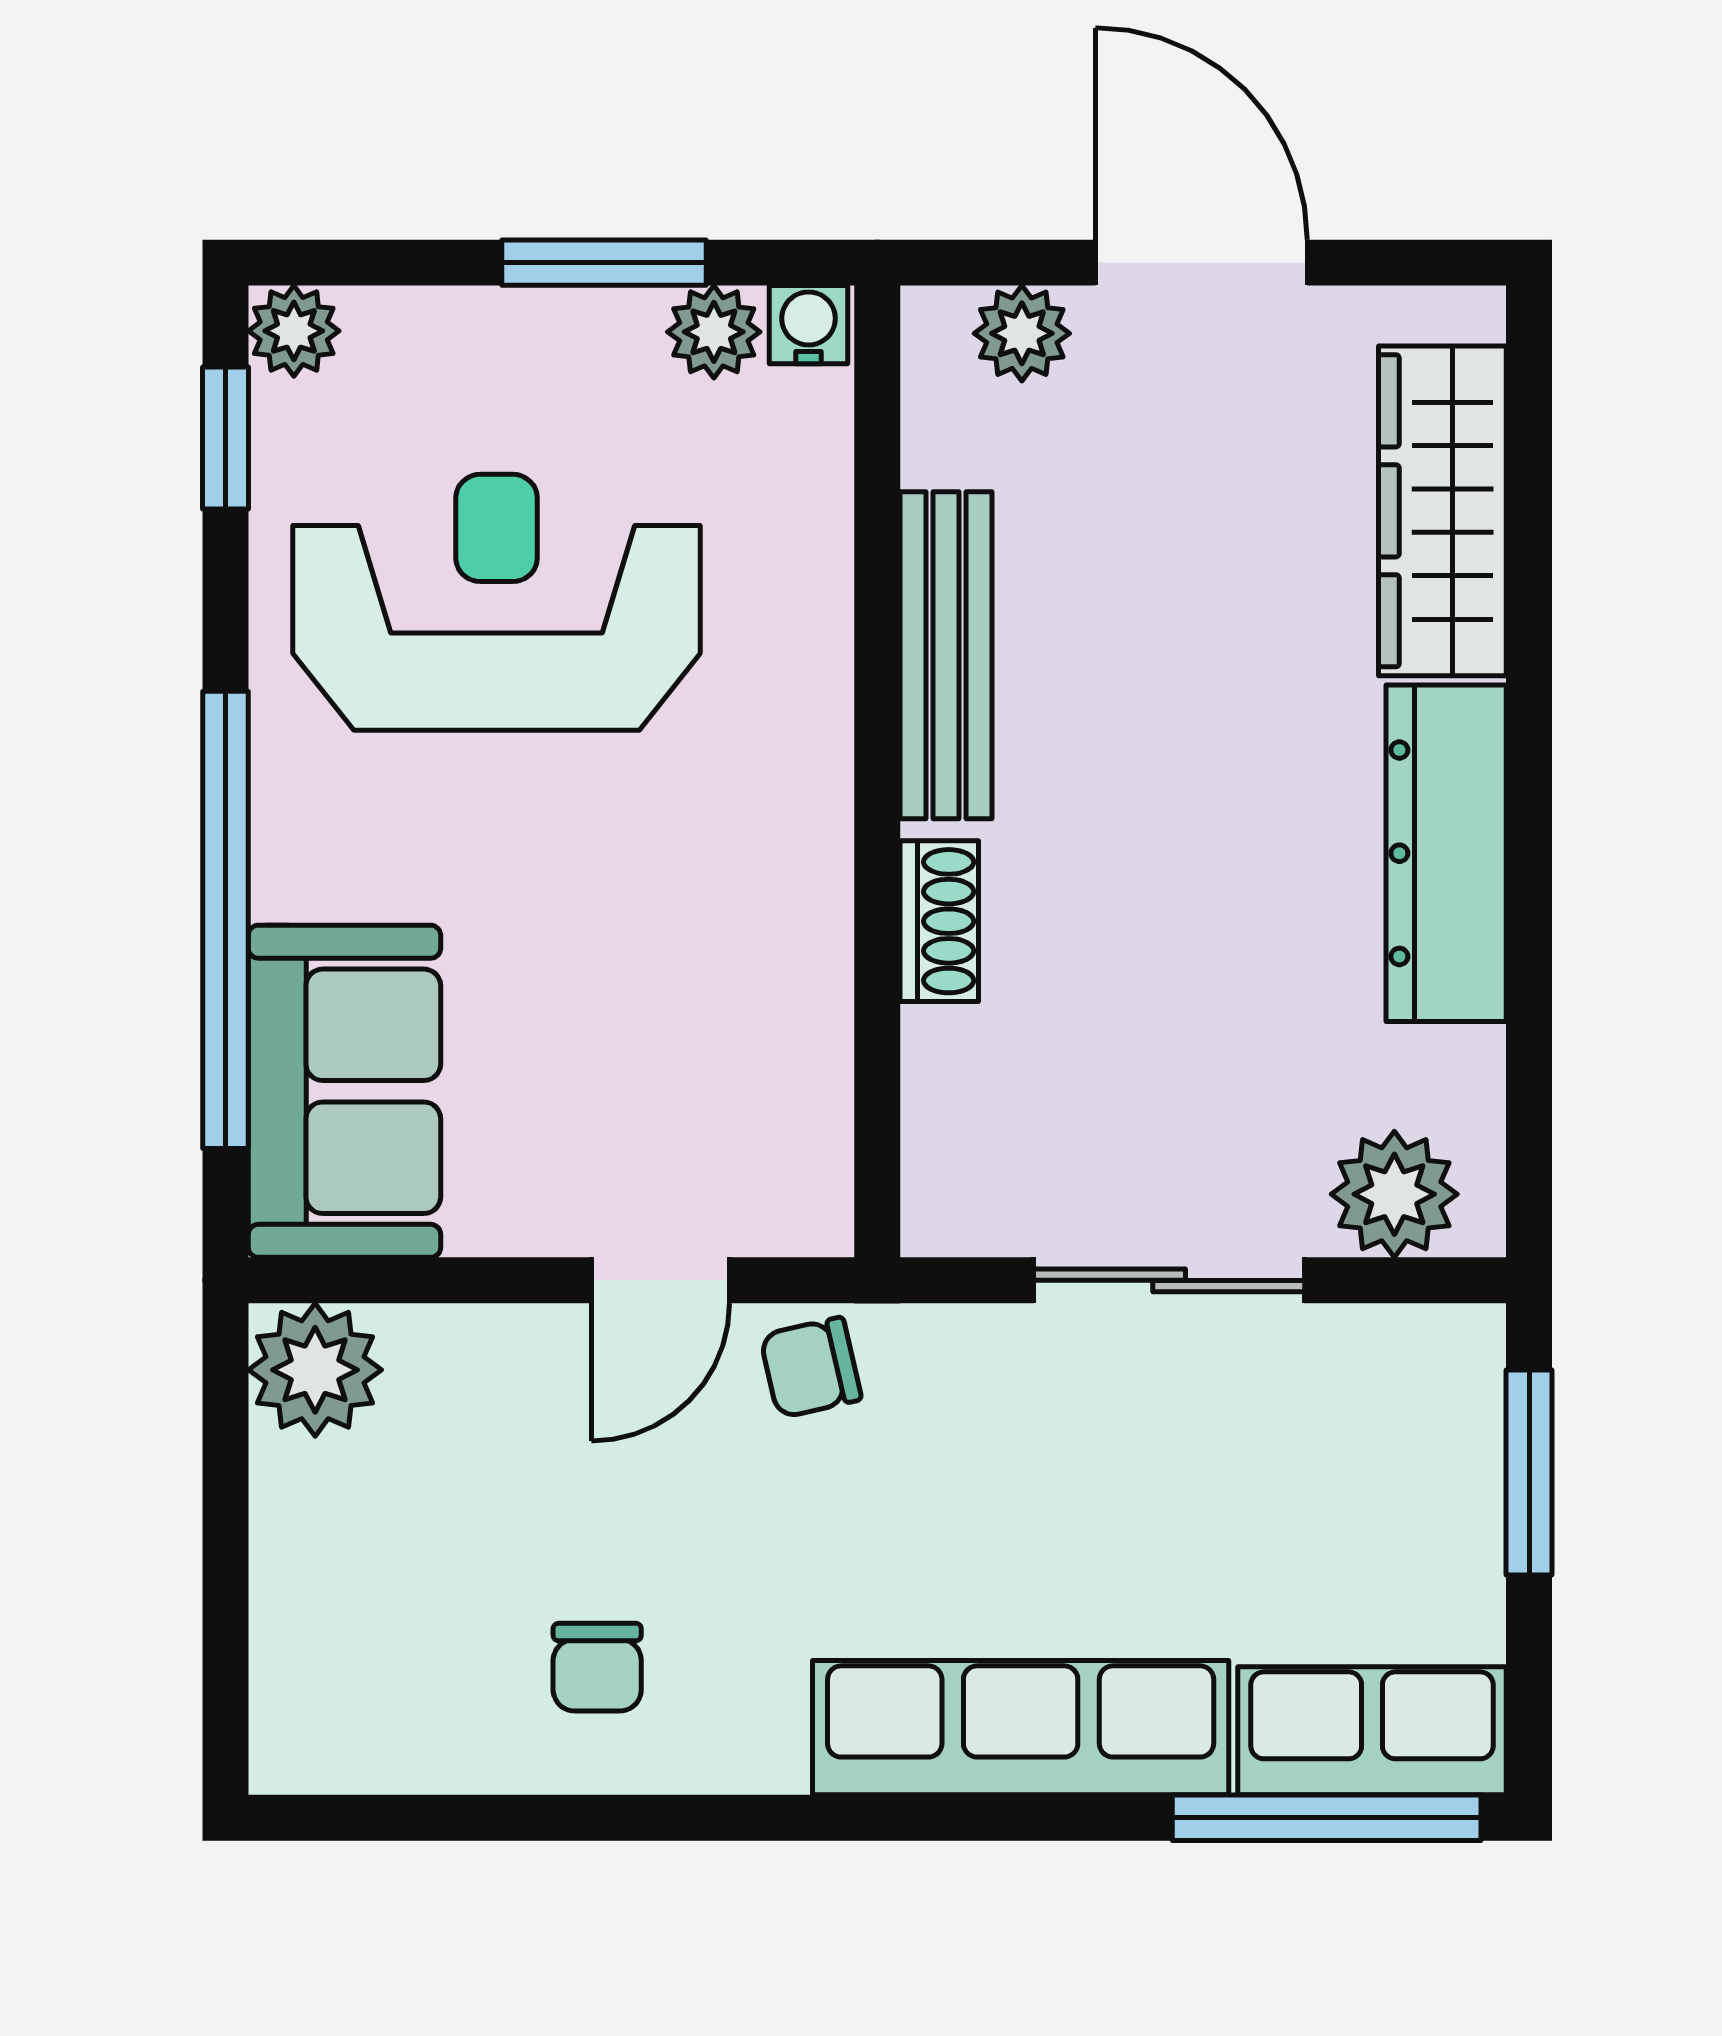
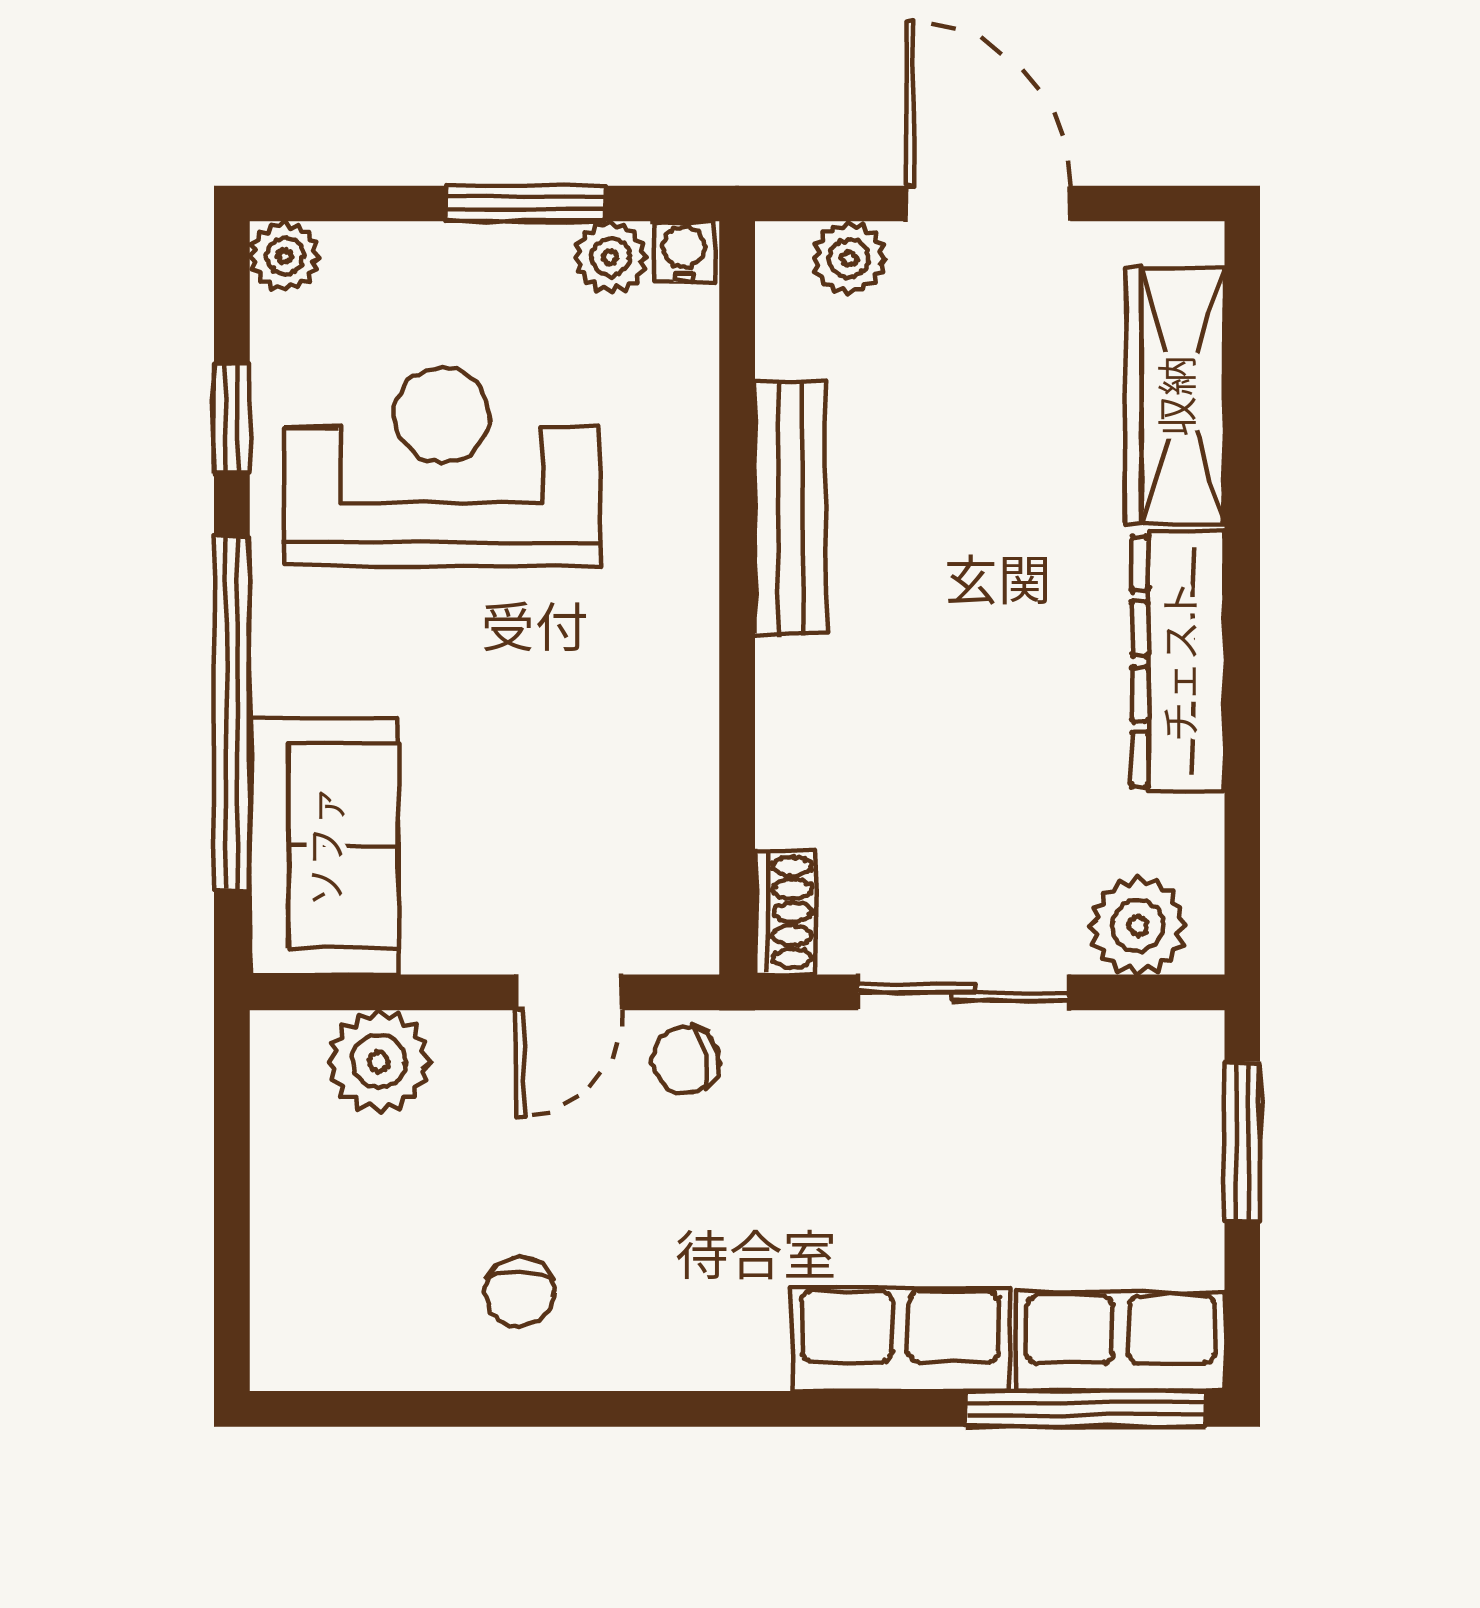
window: (226, 438) -> (232, 418), moved
shoe rack: (939, 921) -> (785, 912), moved
plant: (315, 1370) -> (379, 1062), moved
row of seats: (1021, 1728) -> (900, 1339), width x0.68

